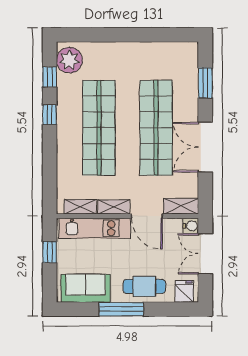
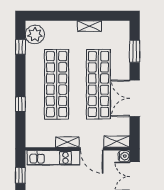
window: (50, 115) -> (20, 104), moved
shelving: (80, 207) -> (89, 26), moved

